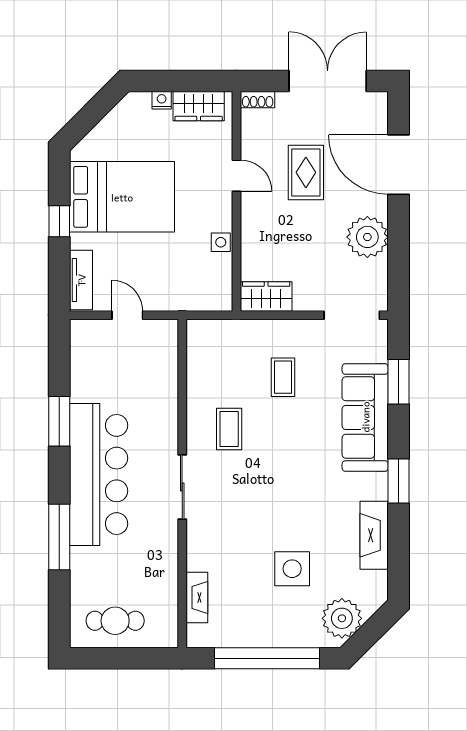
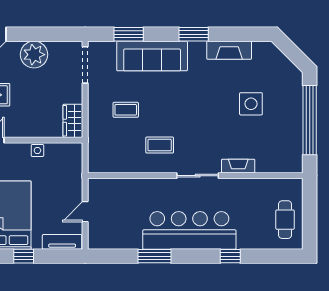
window: (59, 537) -> (230, 256), width x0.46
fireplace: (197, 597) -> (238, 166), moved
plant: (342, 618) -> (283, 71), removed

